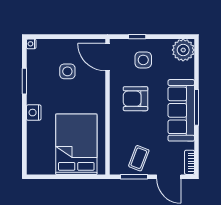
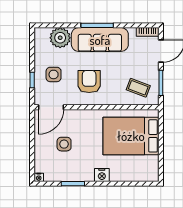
plant: (183, 50) -> (60, 38), moved
armchair: (136, 99) -> (89, 82), turned 180
coffee table: (139, 158) -> (138, 88), moved

